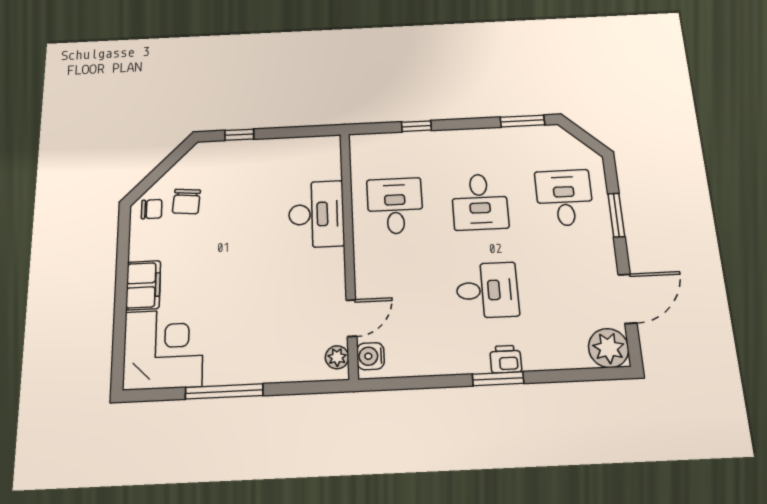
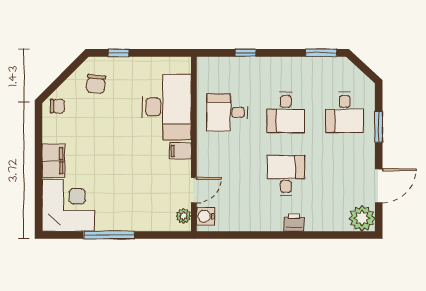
desk: (564, 198) -> (345, 112), turned 180
chair: (186, 201) -> (96, 84), moved
desk: (395, 206) -> (227, 112), turned -90
desk: (316, 214) -> (167, 107), width x1.36, depth x1.30
filing cabinet: (329, 263) -> (180, 151), added
desk: (487, 290) -> (286, 175), turned -90
window: (498, 379) -> (288, 235), removed

